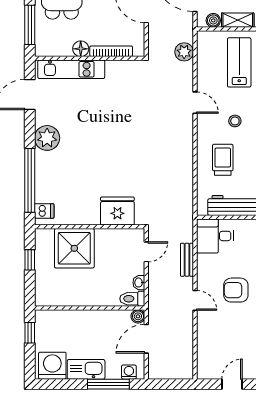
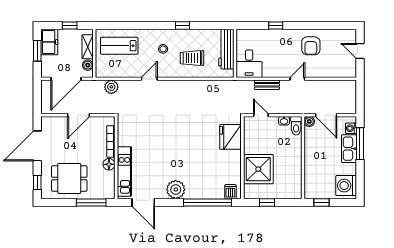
armchair: (236, 290) -> (311, 46), moved
kitchen sink: (86, 369) -> (349, 149), moved

